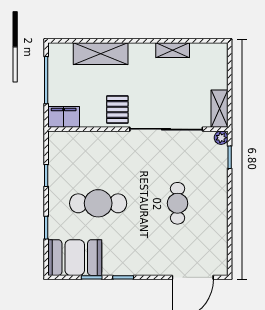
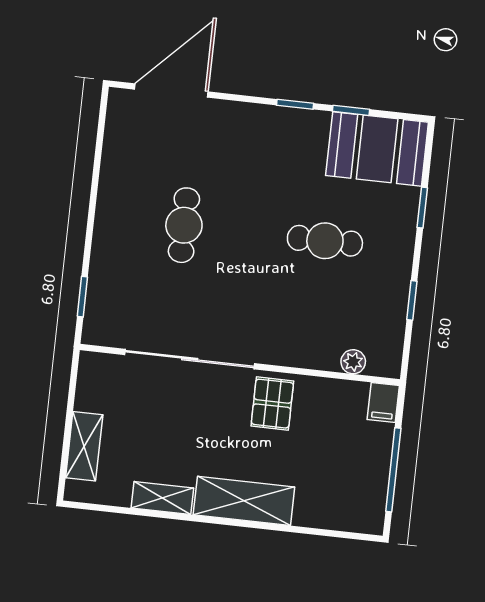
shelving: (101, 54) -> (244, 501), moved
shelving: (219, 109) -> (84, 446), moved
filing cabinet: (64, 117) -> (383, 403), width x0.50
plant: (221, 138) -> (353, 362), moved
cafe table: (98, 203) -> (325, 241), width x0.73, depth x0.74

